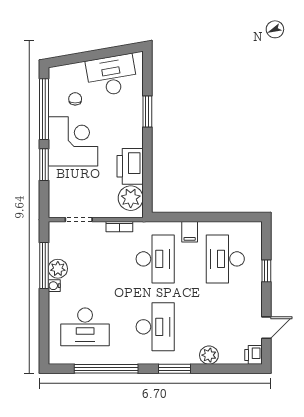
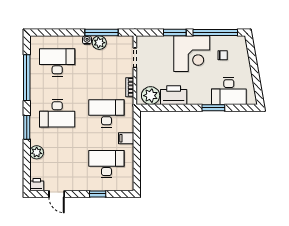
desk: (112, 75) -> (229, 91), moved, turned 100
desk: (155, 259) -> (106, 113), turned 180
desk: (85, 327) -> (57, 62), turned 90

